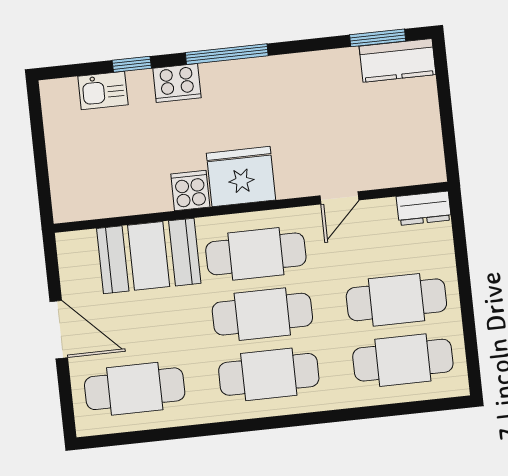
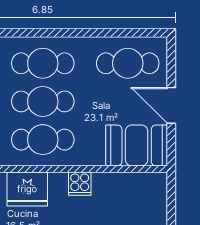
fridge: (241, 177) -> (27, 189), moved
booth: (149, 256) -> (137, 145), moved

